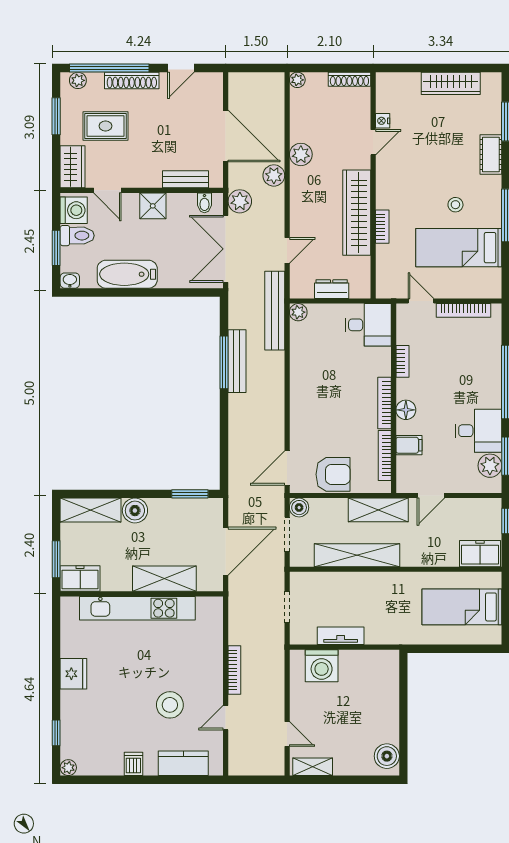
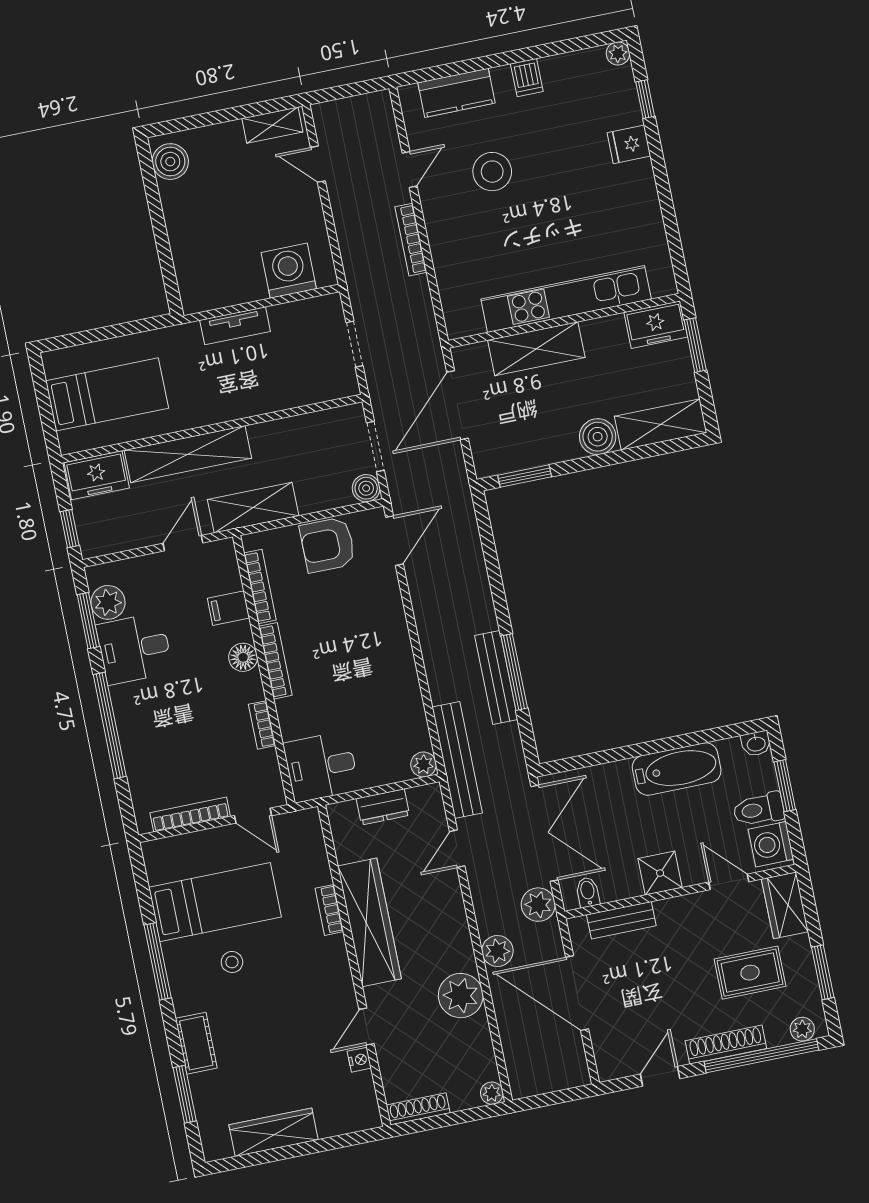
plant: (301, 154) -> (461, 996), width x1.36, depth x1.36
shelving: (357, 555) -> (188, 454), moved
tv unit: (341, 636) -> (235, 326), moved
fridge: (73, 674) -> (629, 144), moved, width x0.72

